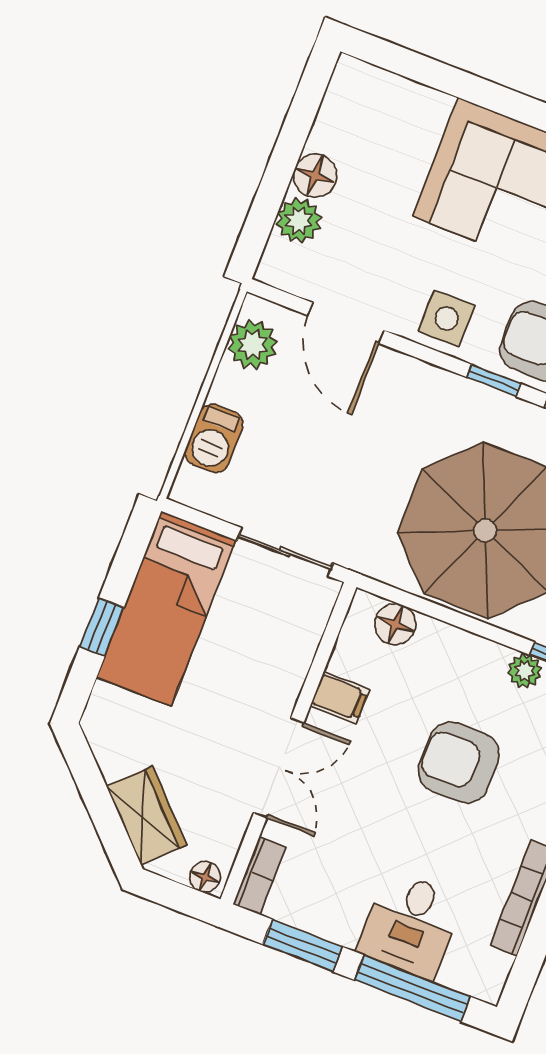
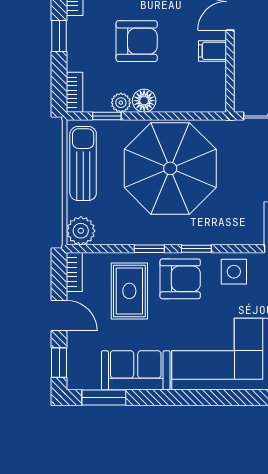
floor lamp: (395, 624) -> (144, 101), moved

